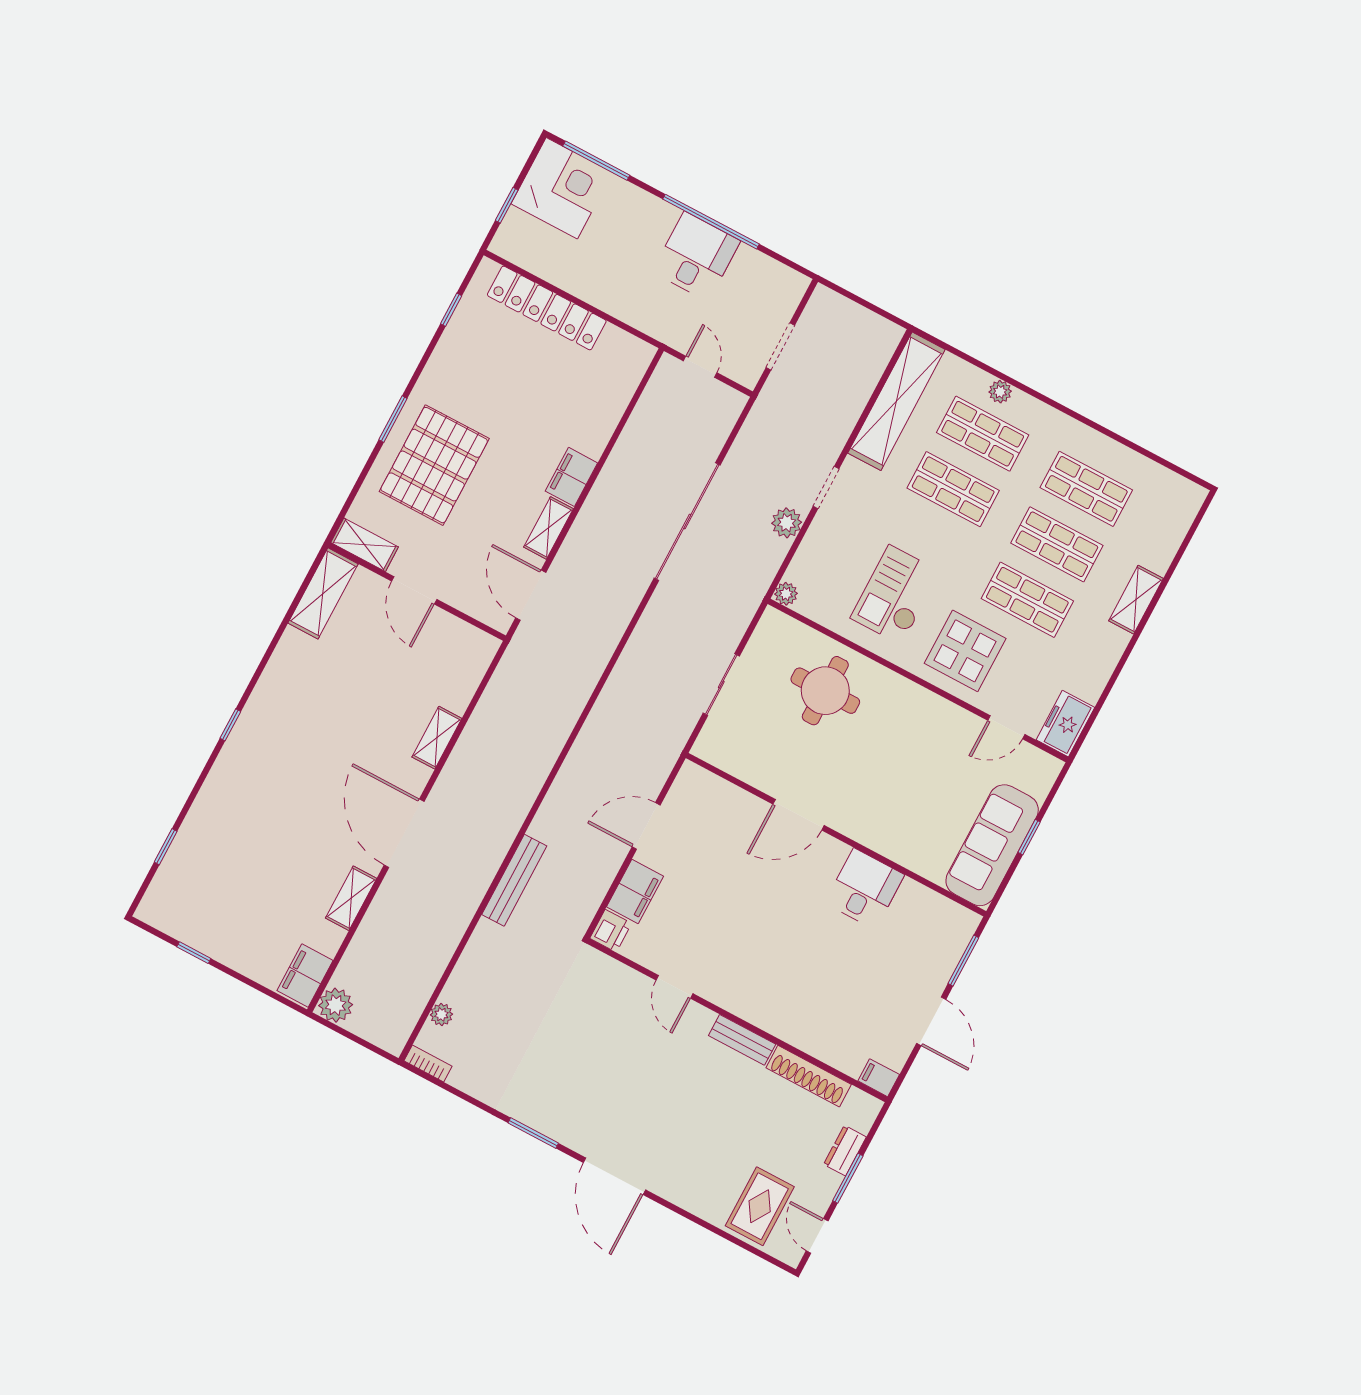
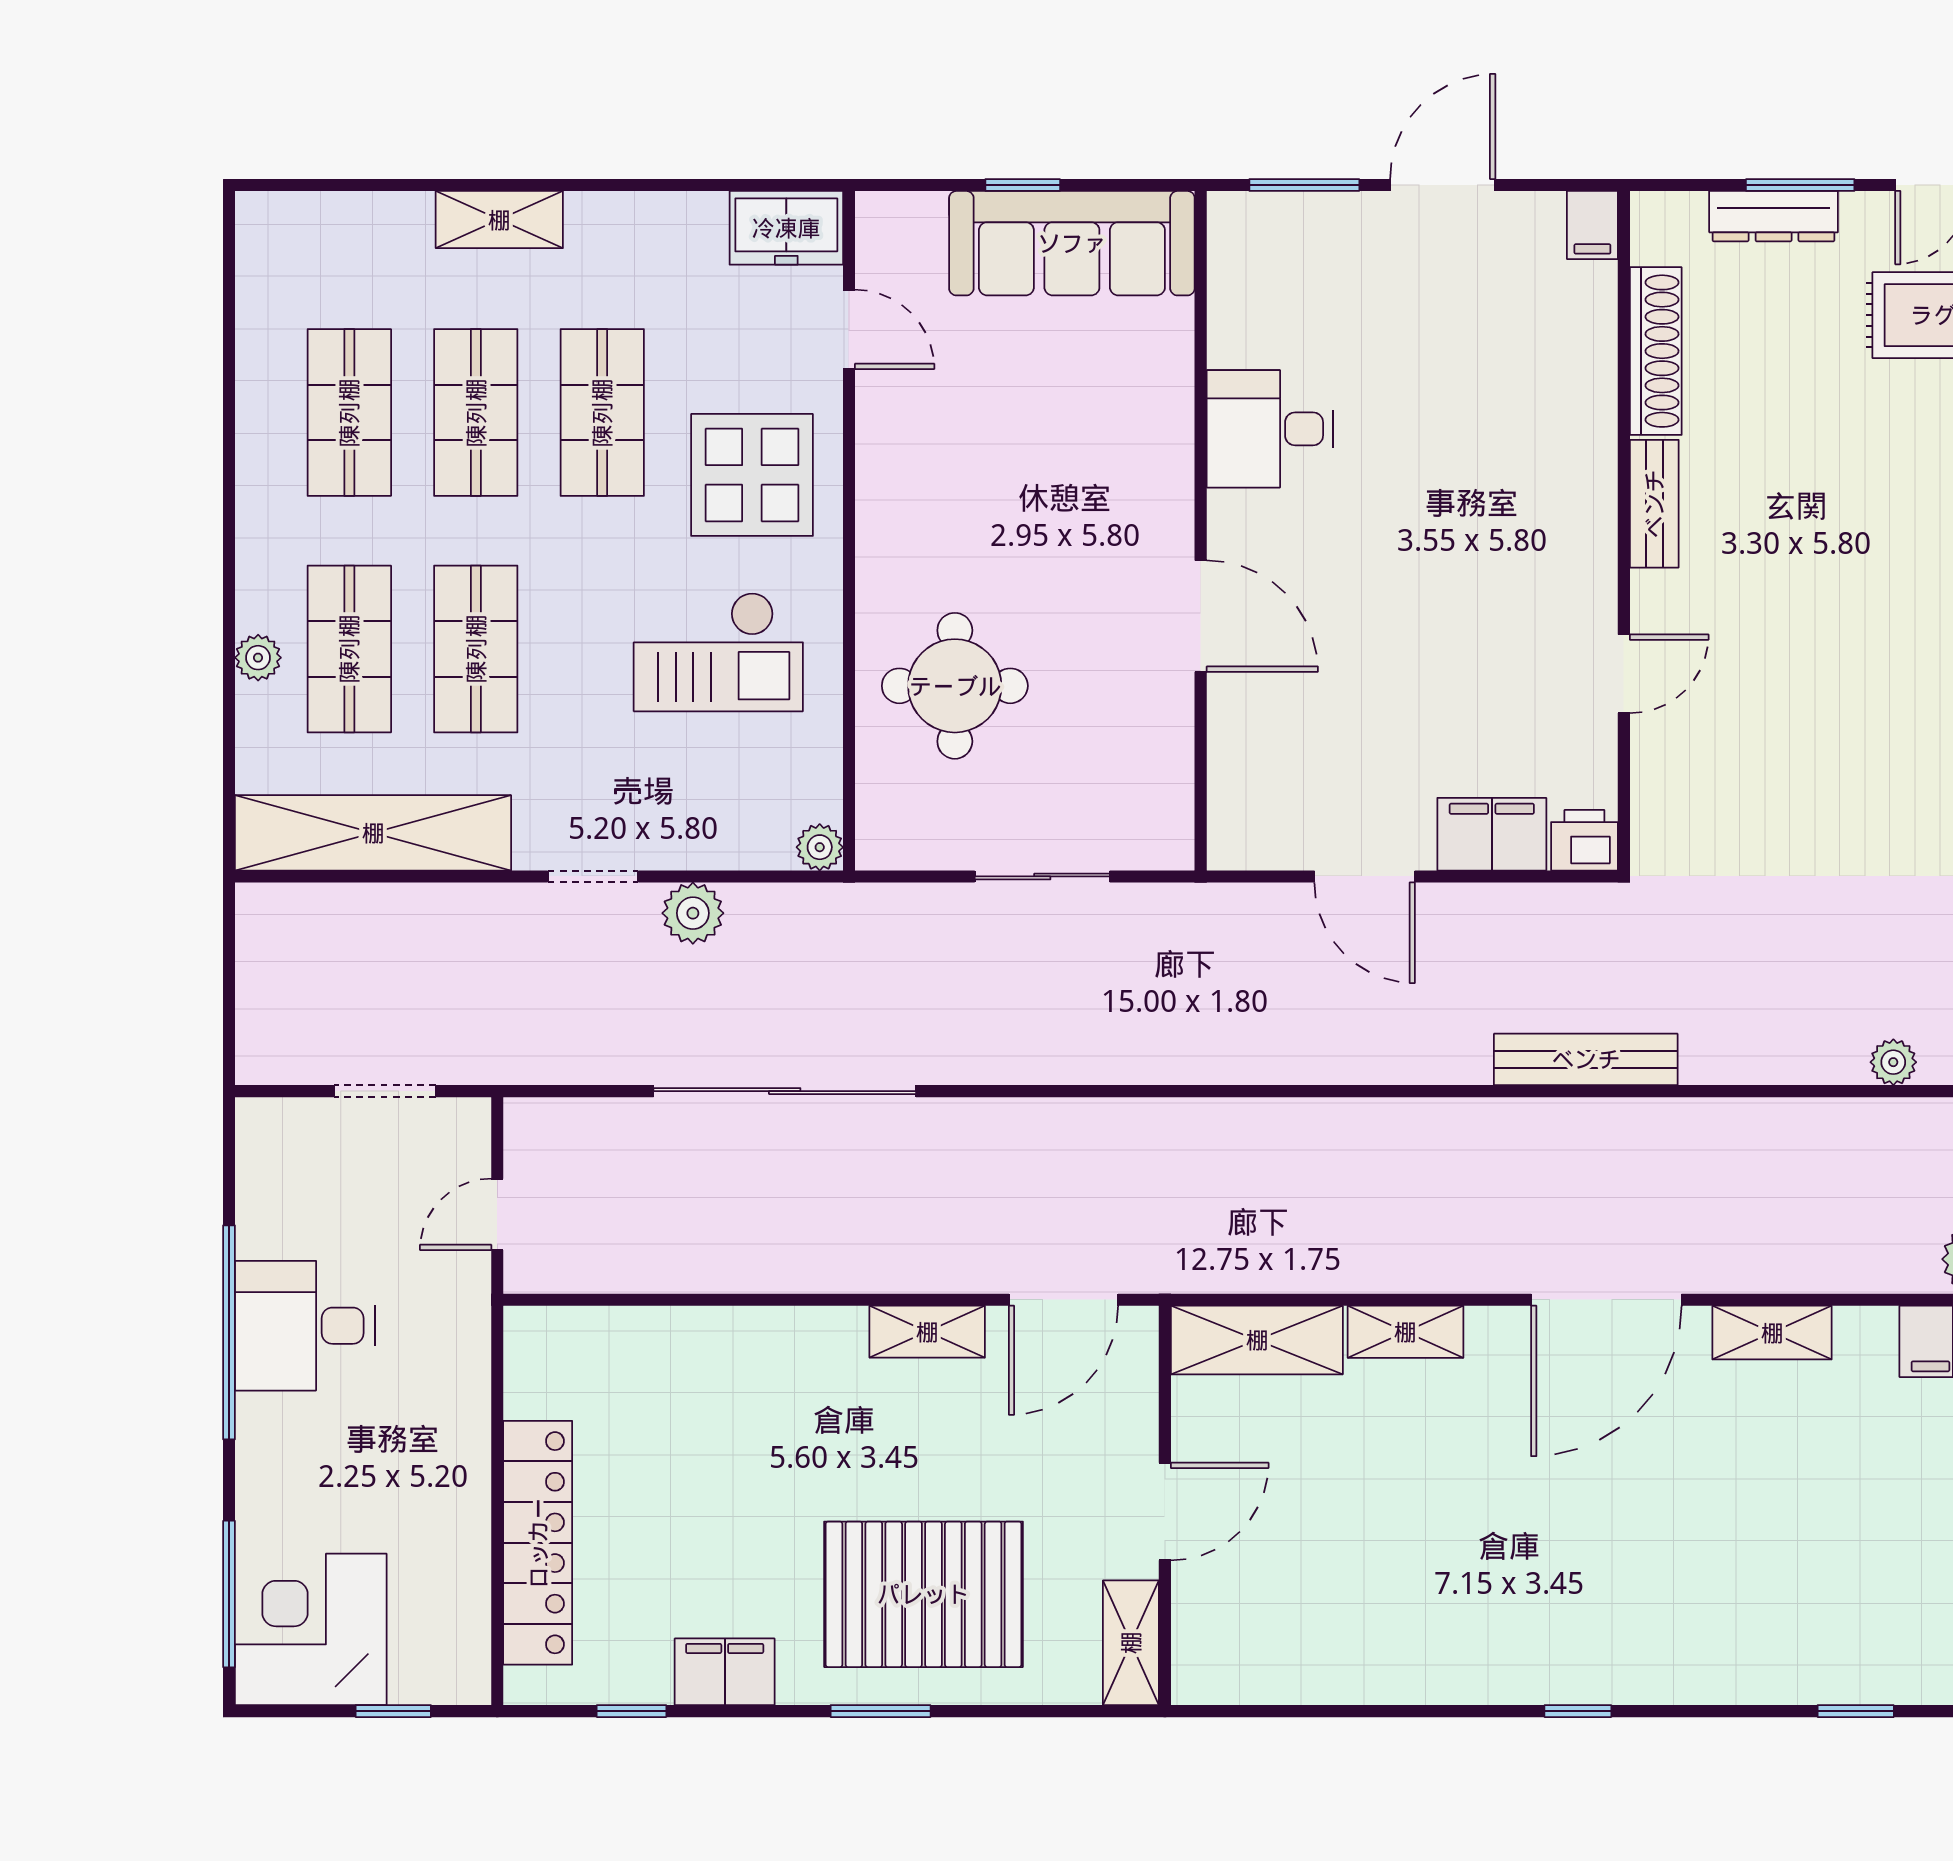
filing cabinet: (571, 477) -> (725, 1672), moved, turned 180
shelving: (323, 593) -> (1257, 1340), moved
dresser: (845, 1151) -> (1774, 216), width x1.44

